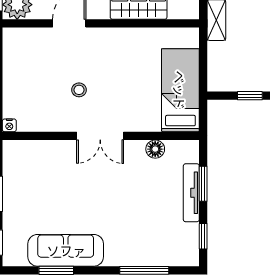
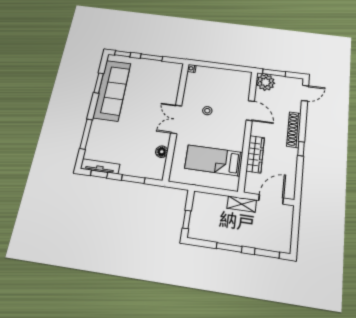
bed: (180, 90) -> (214, 160), moved, turned 180
tv unit: (191, 193) -> (100, 166), moved
sofa: (66, 250) -> (112, 90), width x1.36, depth x1.27

